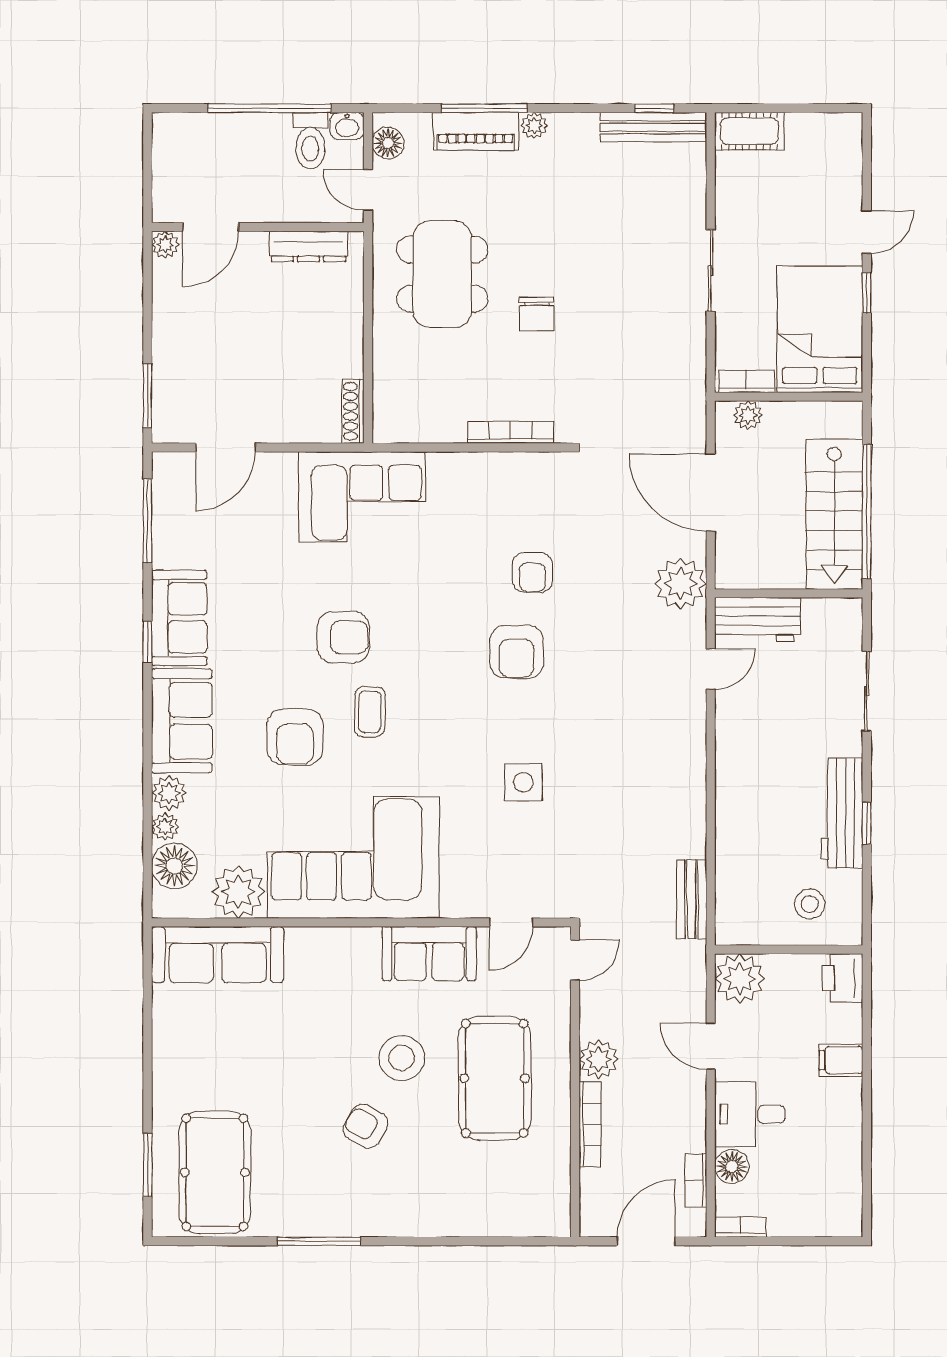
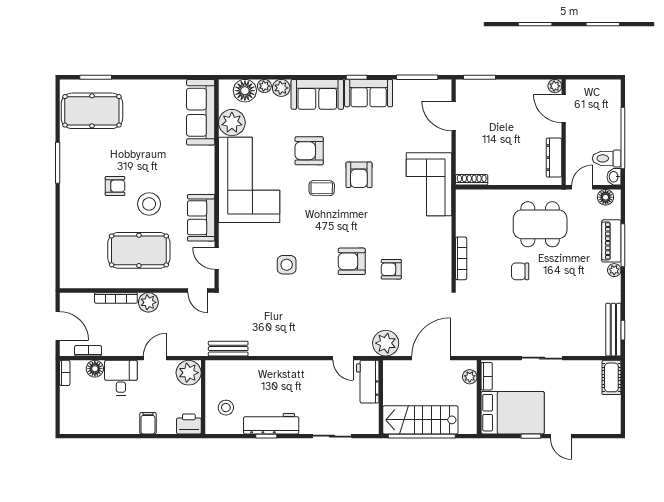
armchair: (366, 1126) -> (115, 186), turned 60

